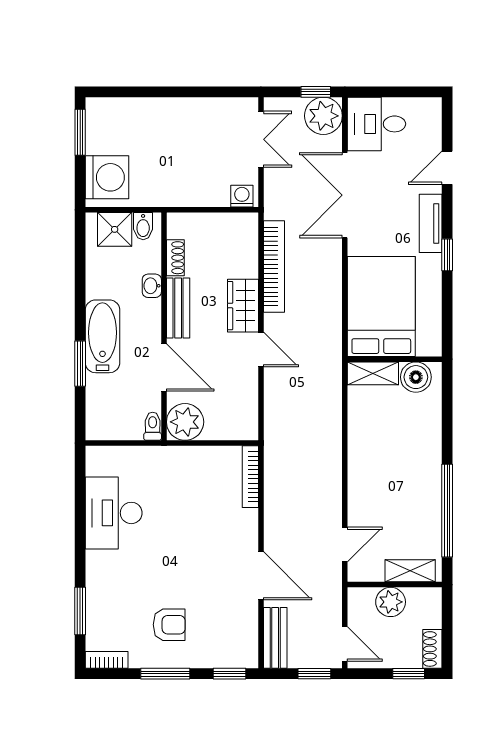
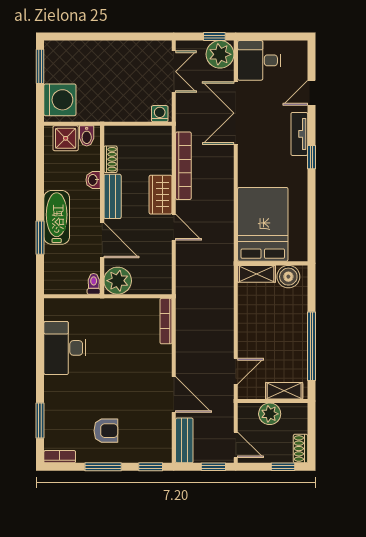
bed: (381, 306) -> (263, 224), moved
wall: (395, 359) -> (273, 263), moved
shelving: (373, 373) -> (257, 274), moved
boiler: (416, 377) -> (288, 277), moved

